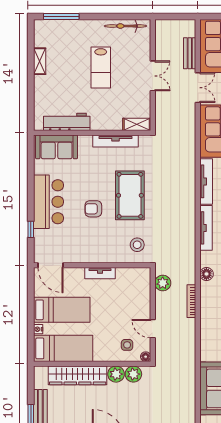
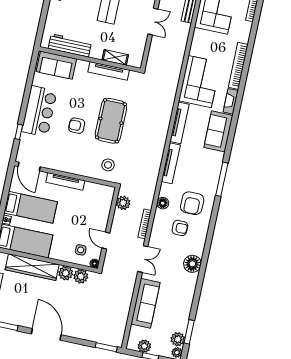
double door: (198, 88) -> (143, 259), moved
shelving: (137, 124) -> (115, 57), moved
tv unit: (100, 273) -> (65, 181), width x1.41

